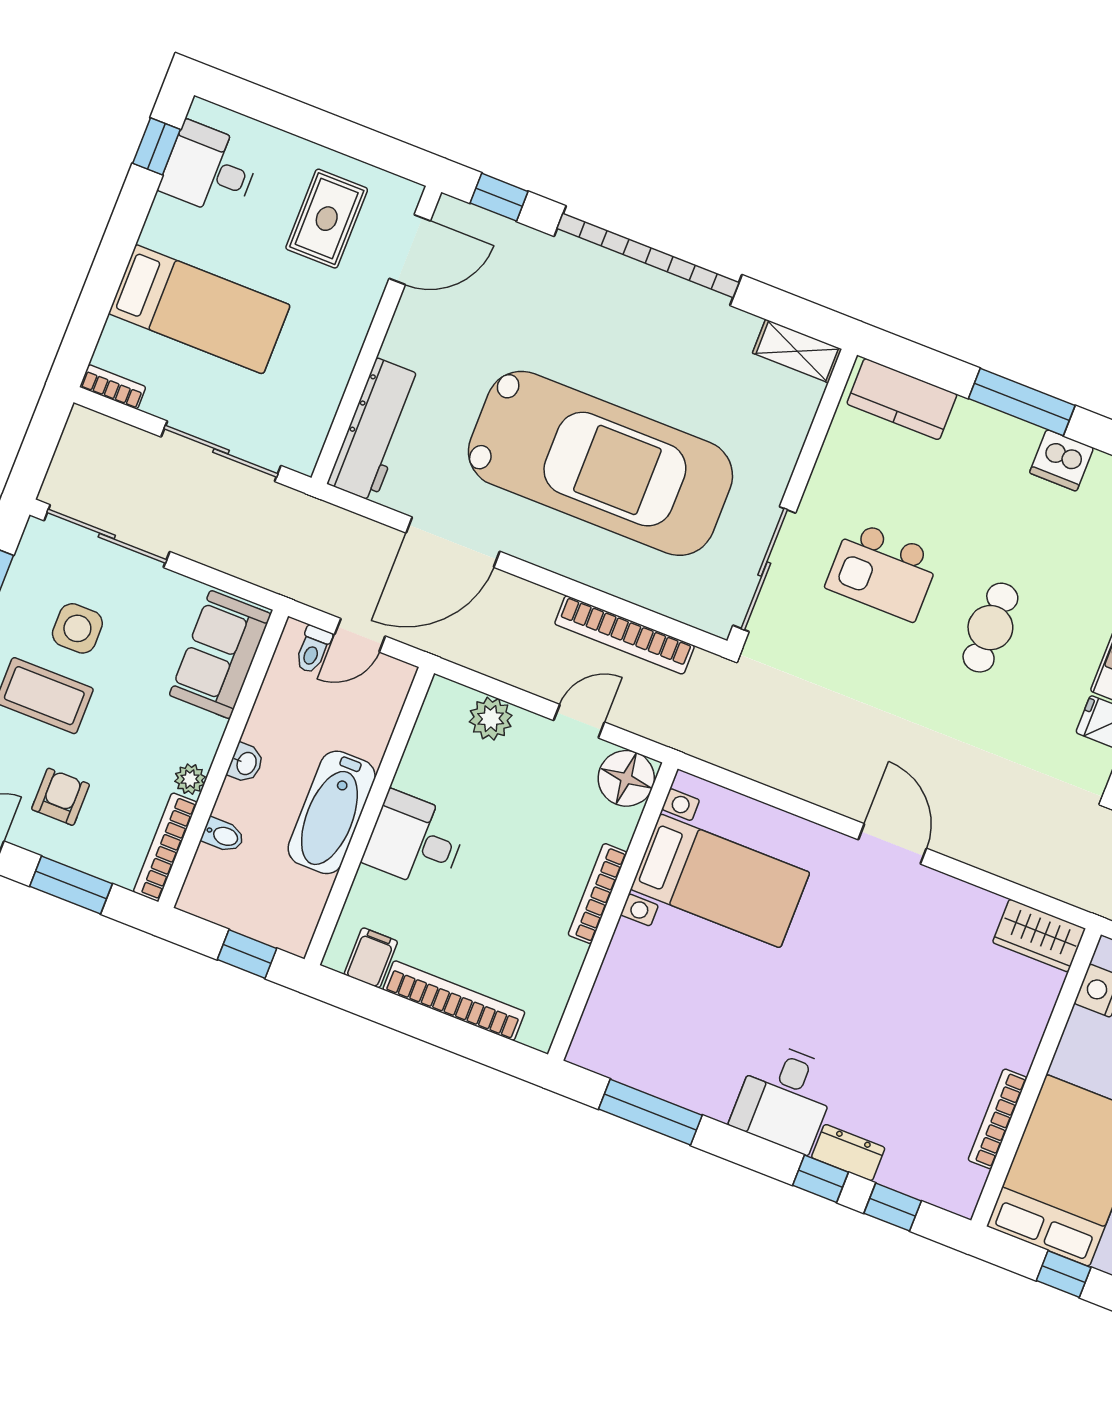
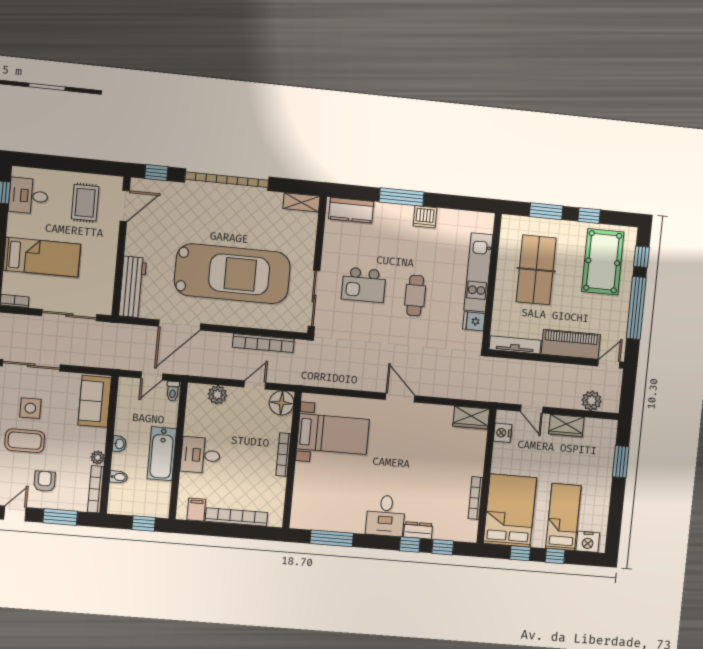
toilet: (313, 650) -> (173, 391), moved

